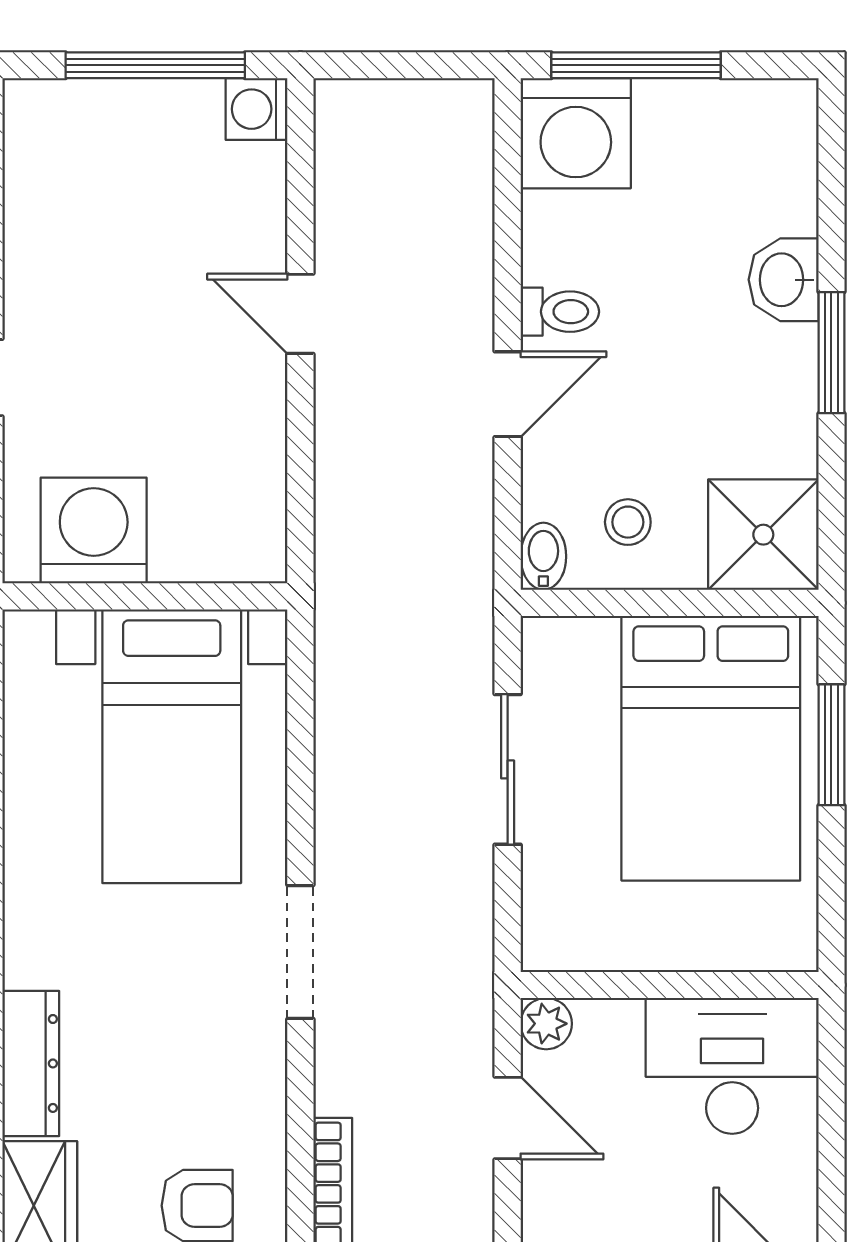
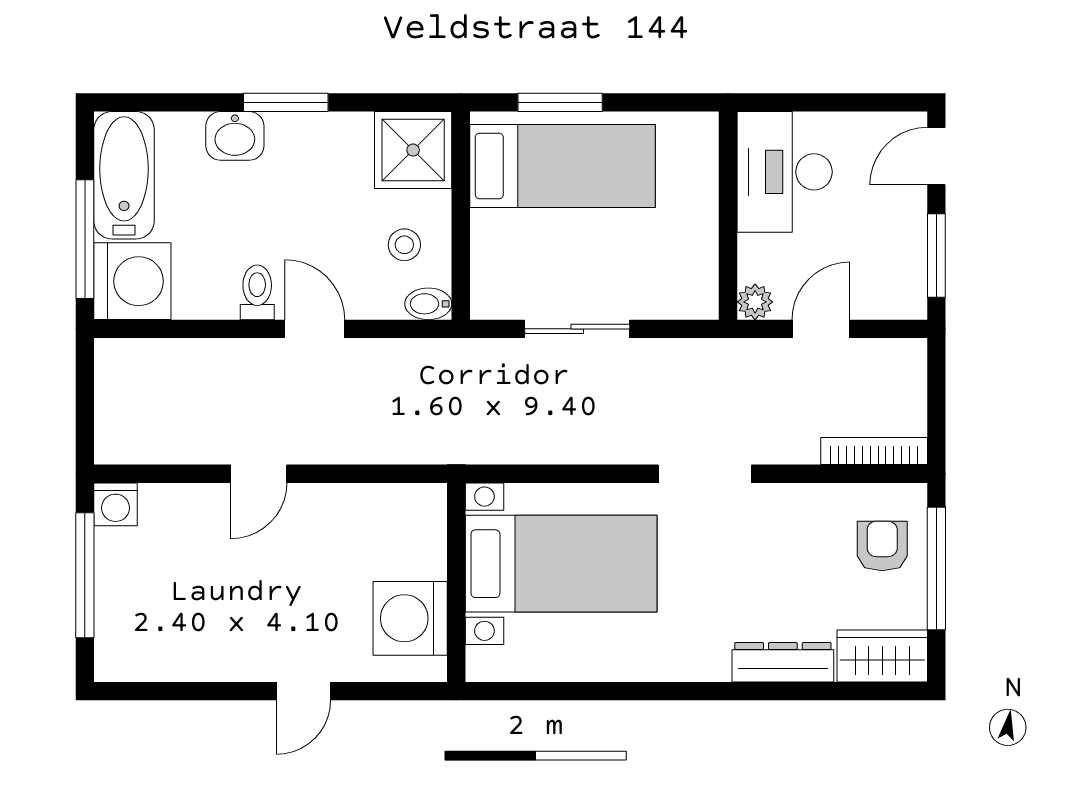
bathtub: (727, 121) -> (124, 175), added
bed: (711, 748) -> (562, 166), width x0.67

